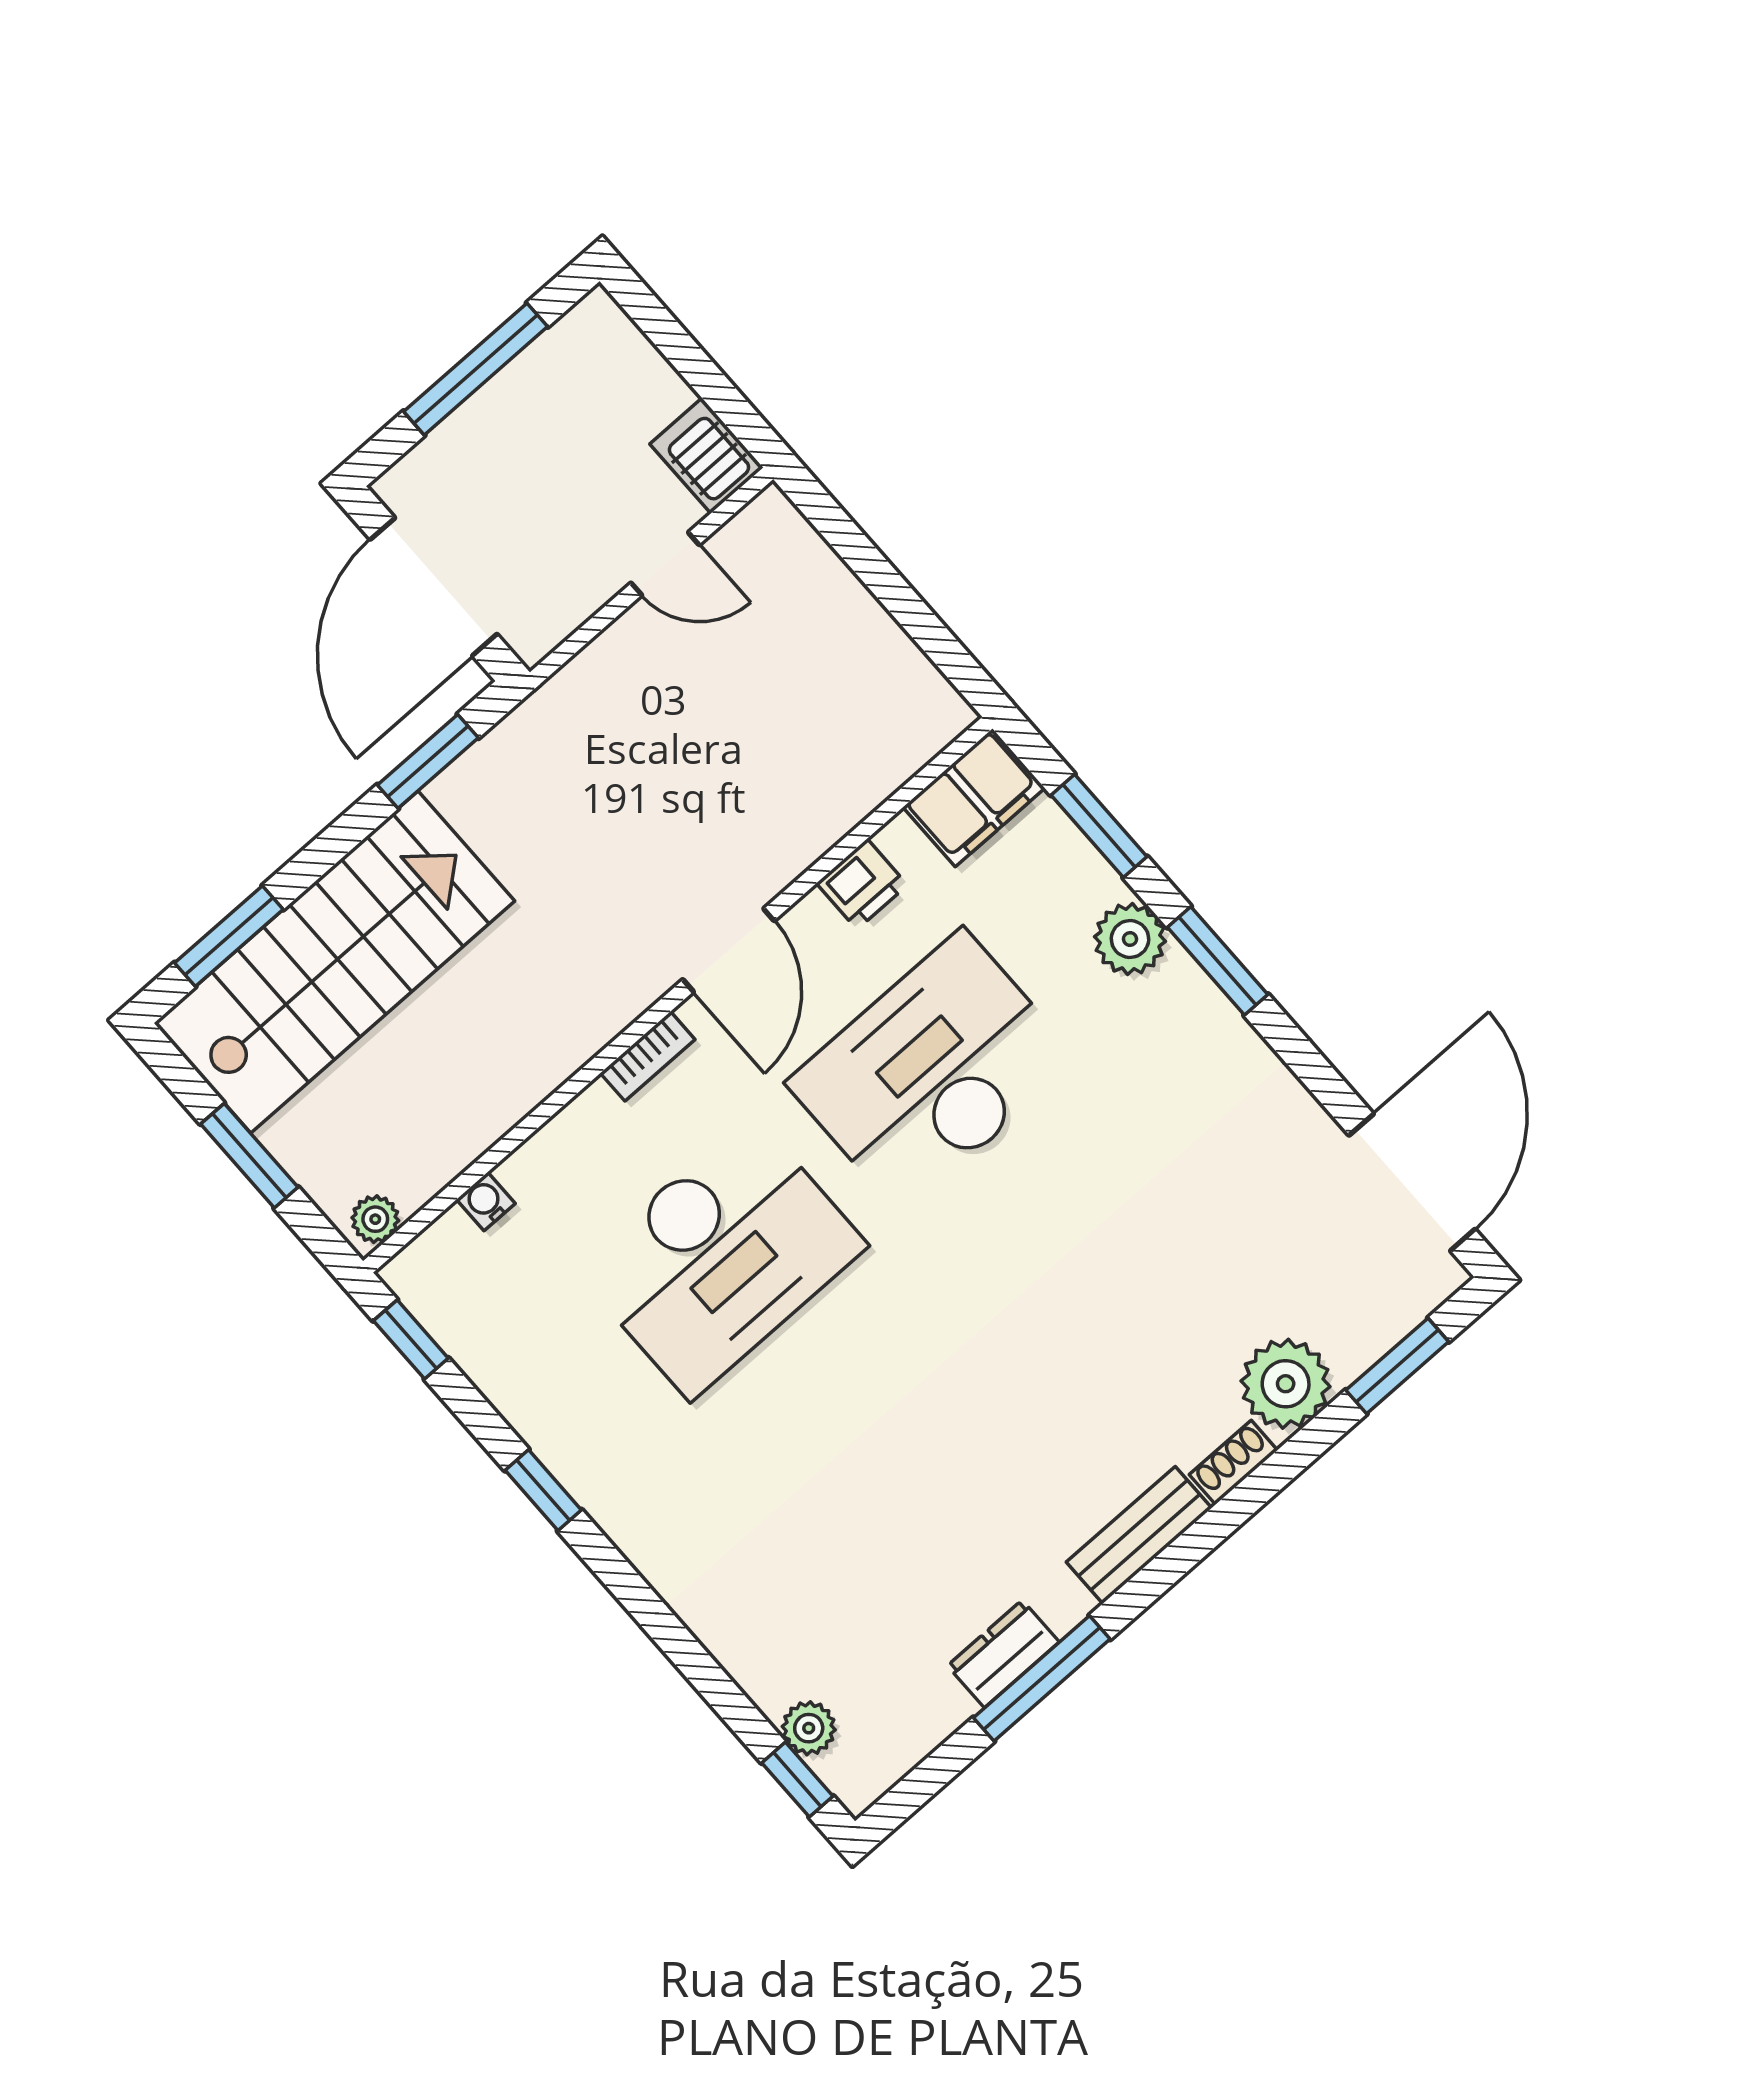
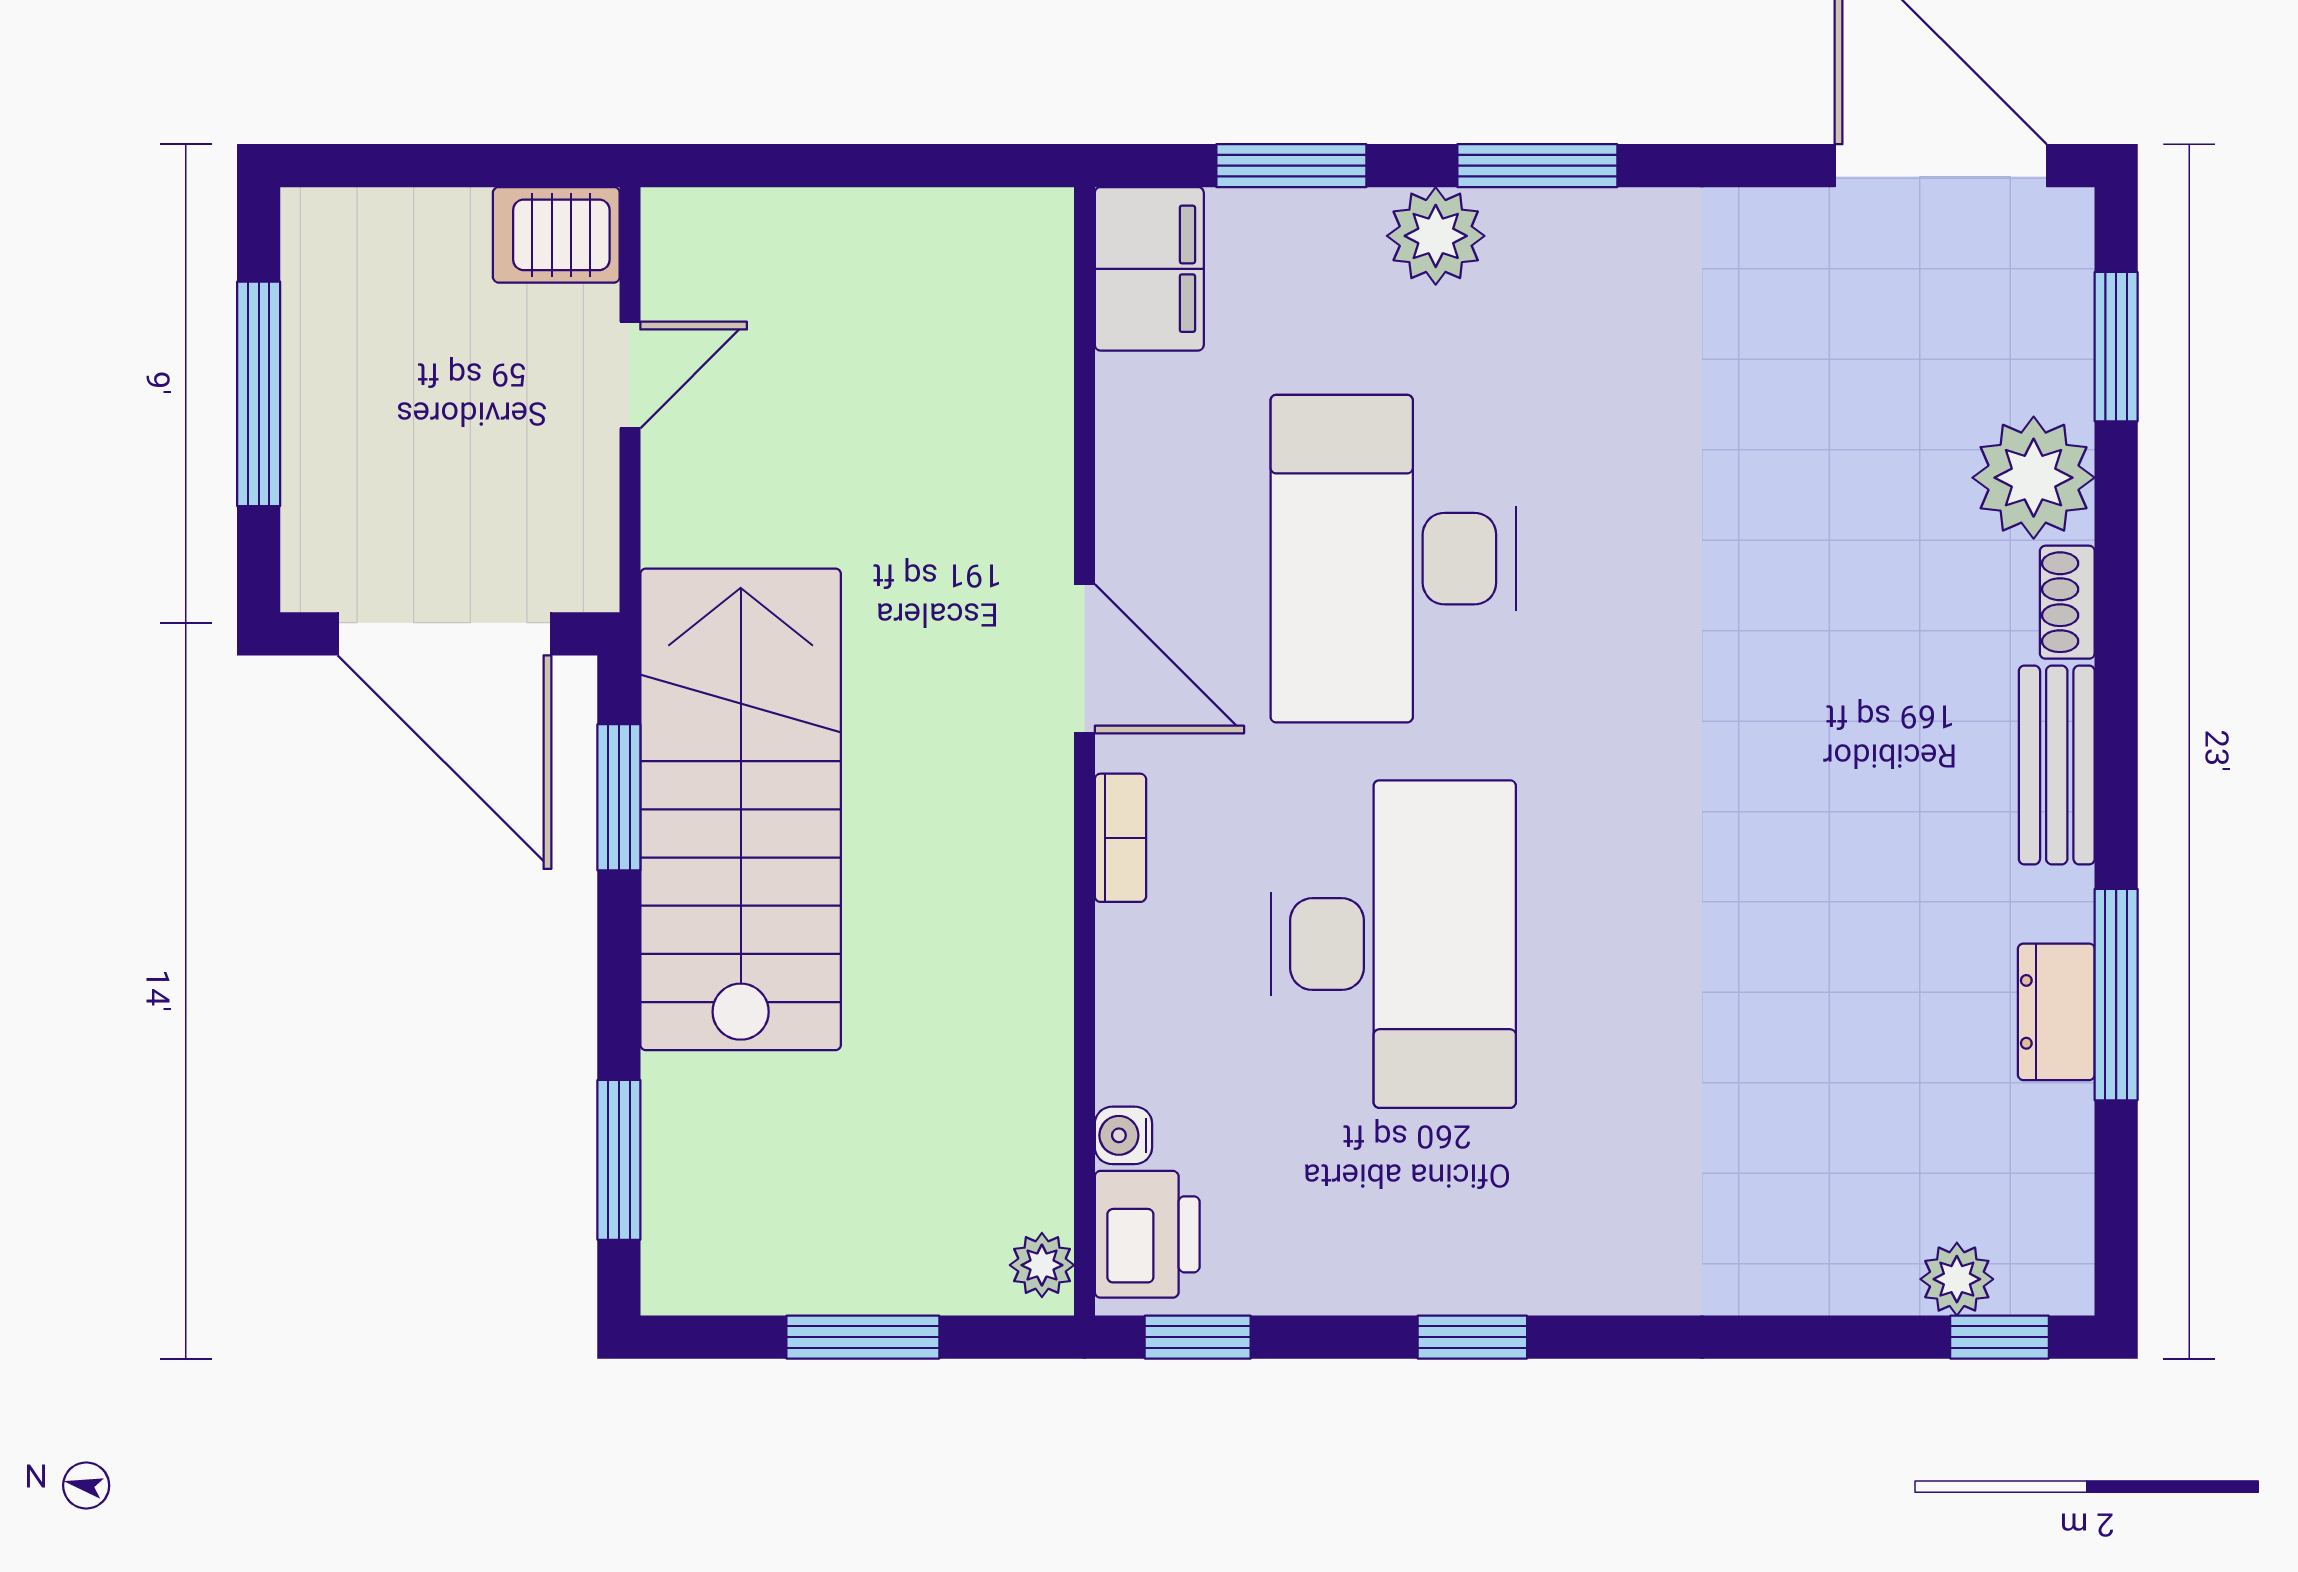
printer: (862, 884) -> (1147, 1234), moved, width x1.36, depth x1.24
stairs: (334, 962) -> (741, 809), moved

